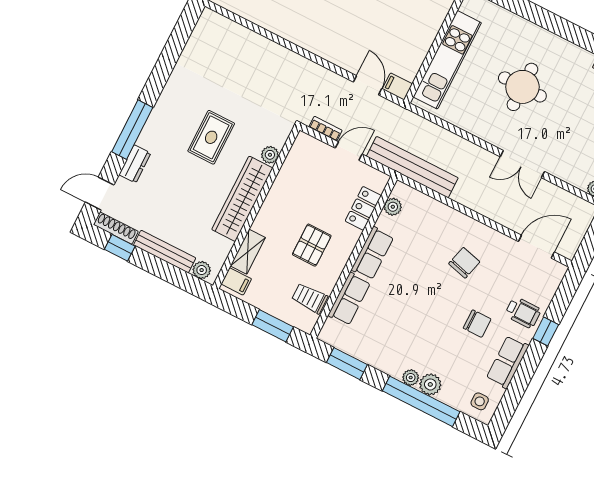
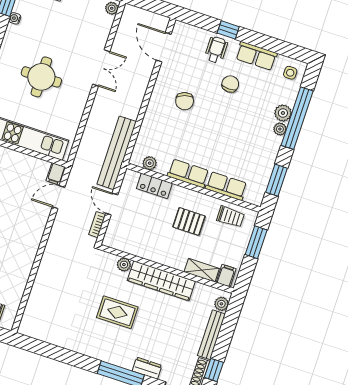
chair: (464, 263) -> (185, 101), turned -123
trolley: (310, 298) -> (230, 217), turned -90

